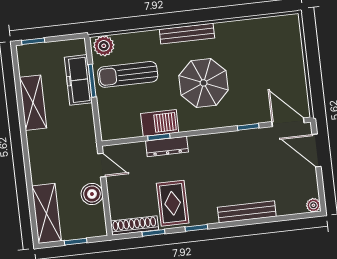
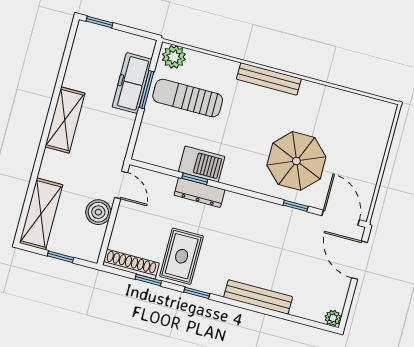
parasol: (204, 83) -> (296, 161), moved
shelving: (33, 103) -> (65, 120), moved

